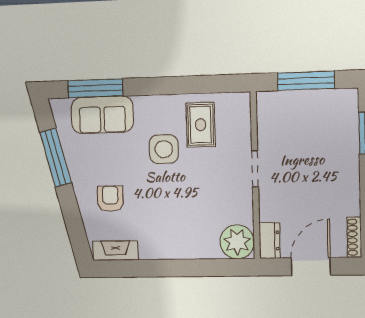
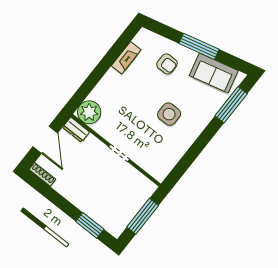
sofa: (102, 115) -> (214, 73), moved, turned -104
rug: (201, 125) -> (166, 144), removed
window: (56, 158) -> (199, 46), moved
fireplace: (115, 251) -> (126, 58), moved

